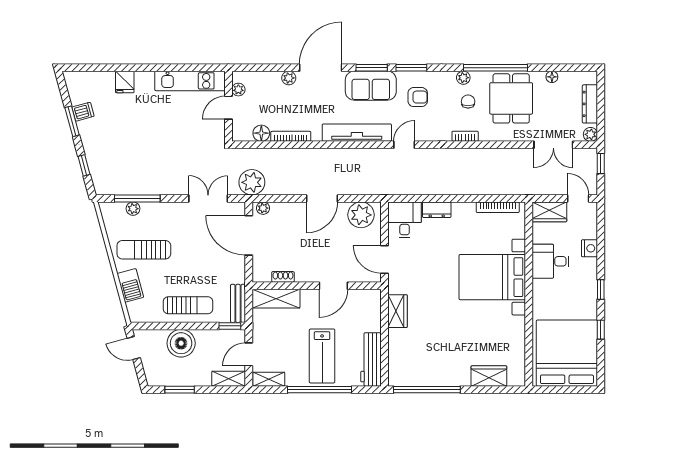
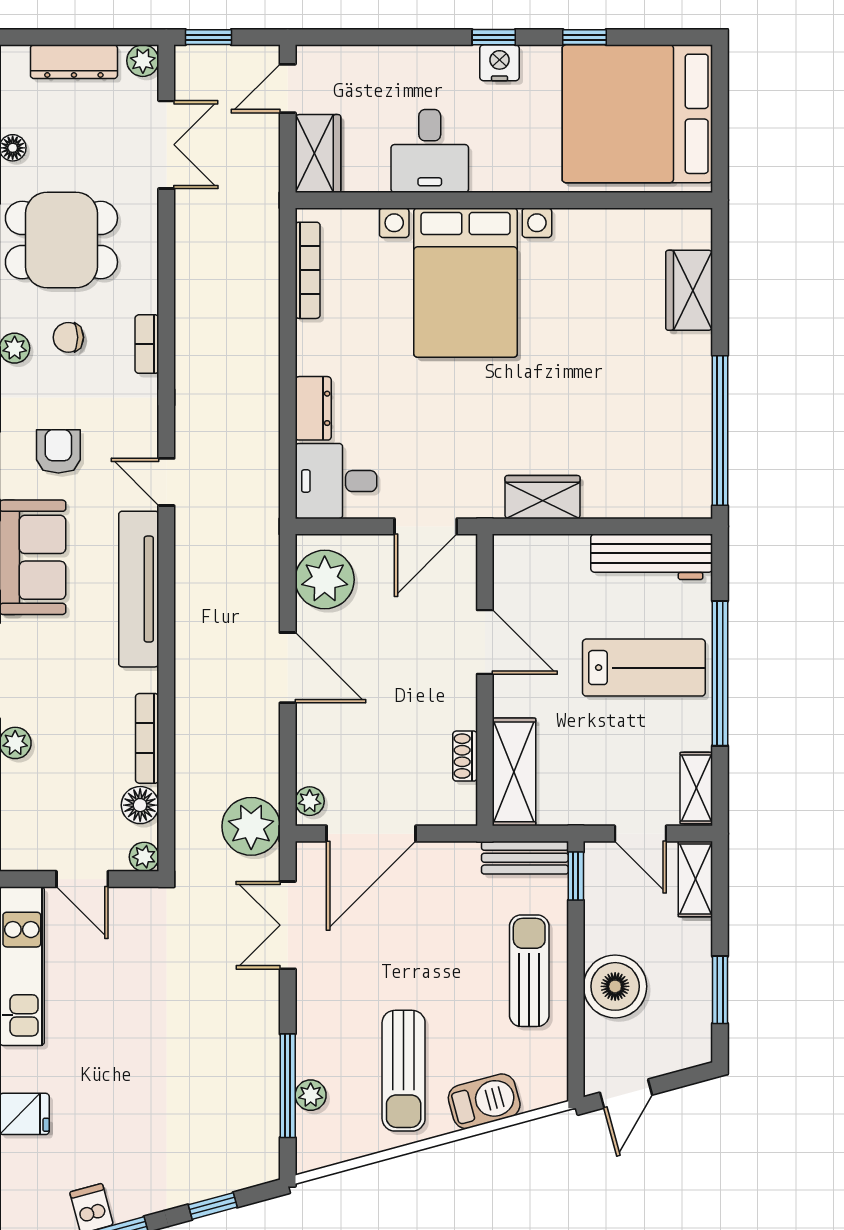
plant: (238, 90) -> (144, 857), moved
nightstand: (589, 248) -> (499, 63), moved

